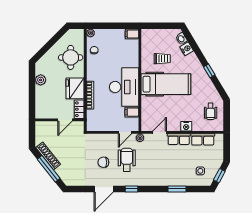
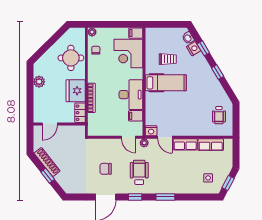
window: (196, 48) -> (203, 48), added
corner desk: (125, 53) -> (128, 53), added
hospital bed: (166, 84) -> (166, 83), width x0.73, depth x0.78
desk: (124, 87) -> (131, 95), width x0.73, depth x0.77
door: (65, 120) -> (50, 124), moved
nightstand: (186, 126) -> (151, 131), moved
door: (125, 132) -> (128, 137), hinge flipped
door: (159, 132) -> (165, 137), swing flipped
wheelchair: (127, 160) -> (139, 172), moved
window: (49, 169) -> (48, 176), width x0.46
window: (177, 189) -> (165, 197), moved

